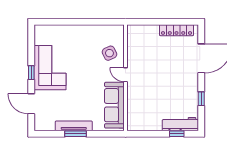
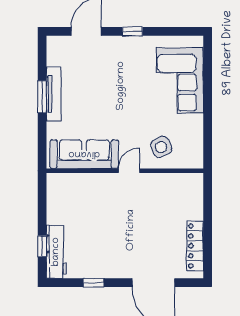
corner sofa: (50, 68) -> (180, 80), moved, turned 90

